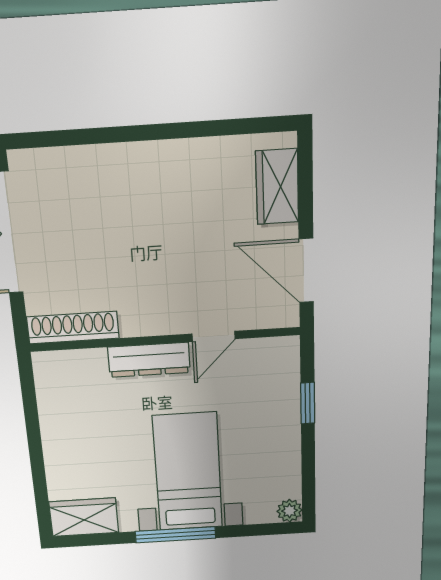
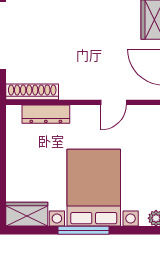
dresser: (149, 360) -> (46, 114), moved
bed with nightstands: (188, 472) -> (94, 188), width x1.36

